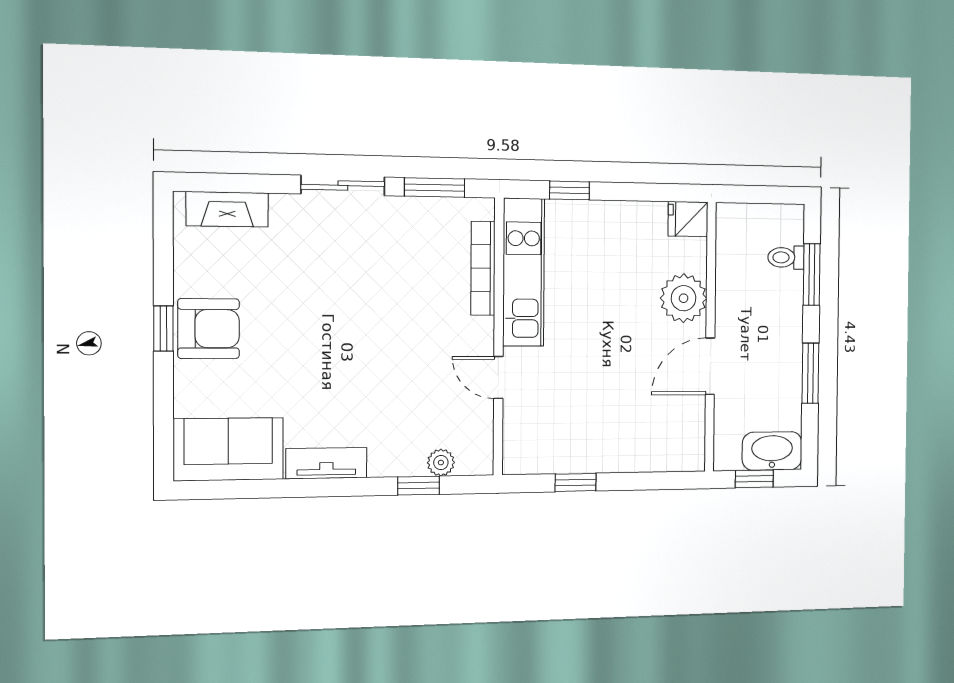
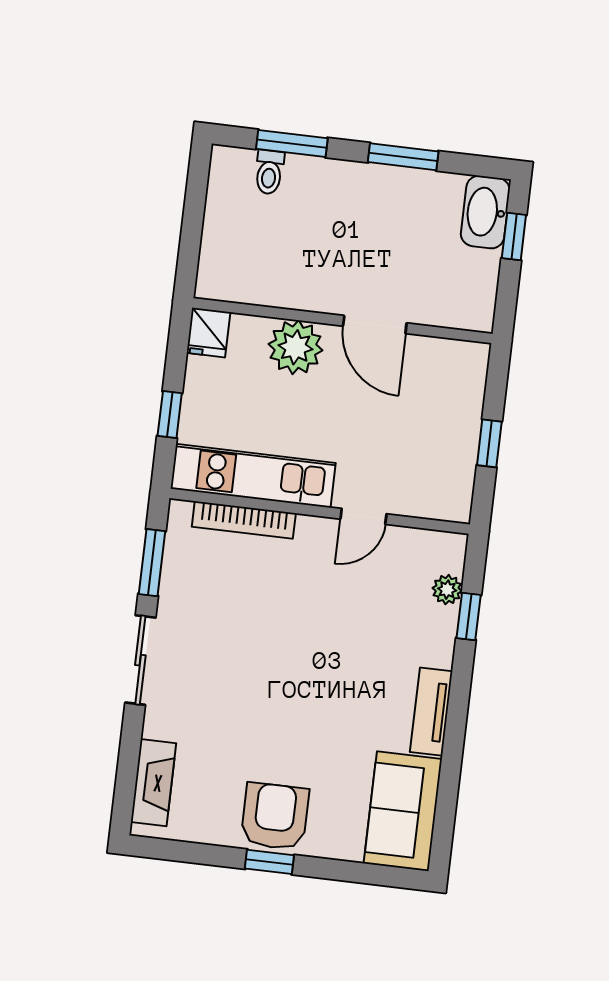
fridge: (688, 219) -> (208, 332), moved
plant: (684, 298) -> (296, 347), moved
wall: (710, 337) -> (342, 321), moved
door: (710, 366) -> (375, 325), moved

